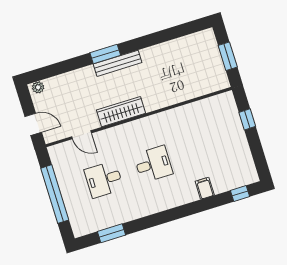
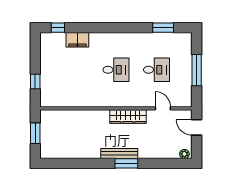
desk: (153, 164) -> (116, 70), turned 180
filing cabinet: (205, 188) -> (77, 40), width x2.00
window: (55, 194) -> (197, 70), width x0.68

